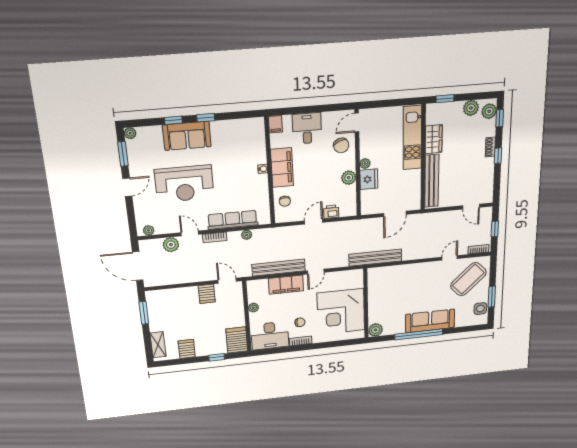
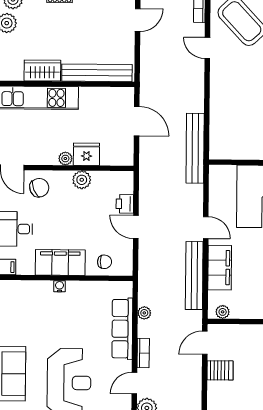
plant: (253, 308) -> (223, 312), moved

